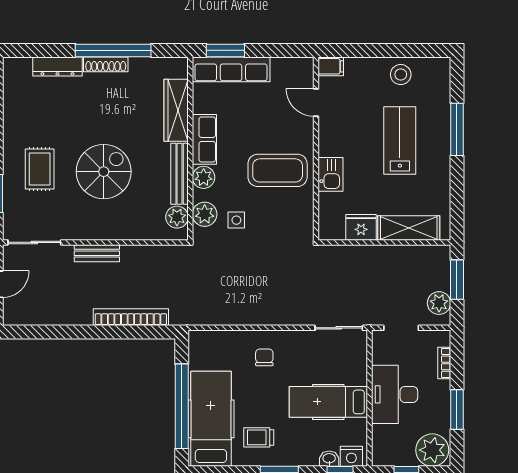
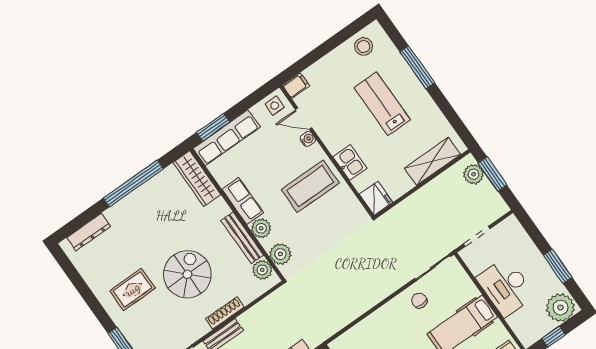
shoe rack: (106, 64) -> (225, 313), moved, turned 180
dresser: (57, 66) -> (89, 232), moved
stool: (401, 75) -> (364, 46), moved
wardrobe: (176, 110) -> (197, 179), moved
water cooler: (306, 124) -> (308, 139), added
rug: (40, 169) -> (132, 289), moved, turned 90
side table: (236, 220) -> (275, 106), moved
fridge: (361, 227) -> (376, 198), moved, turned 90
plant: (439, 303) -> (474, 174), moved
chair: (264, 357) -> (419, 301), moved
bookcase: (444, 363) -> (525, 240), removed

